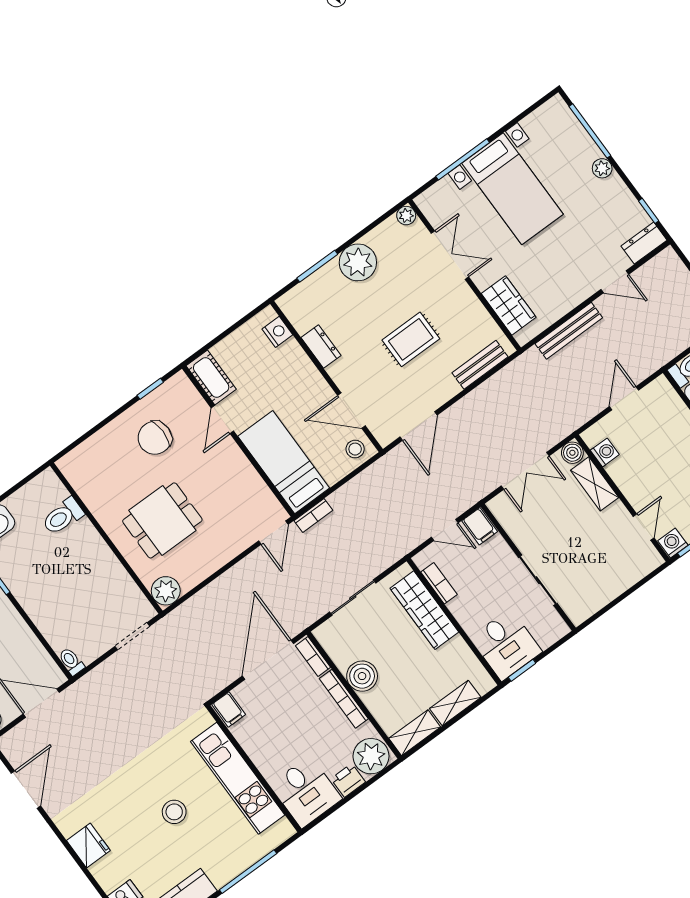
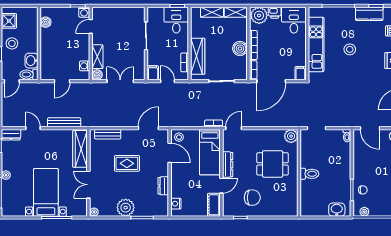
wardrobe: (509, 305) -> (80, 149), width x1.50
dresser: (238, 463) -> (228, 165), added
toilet: (63, 516) -> (309, 174), moved

